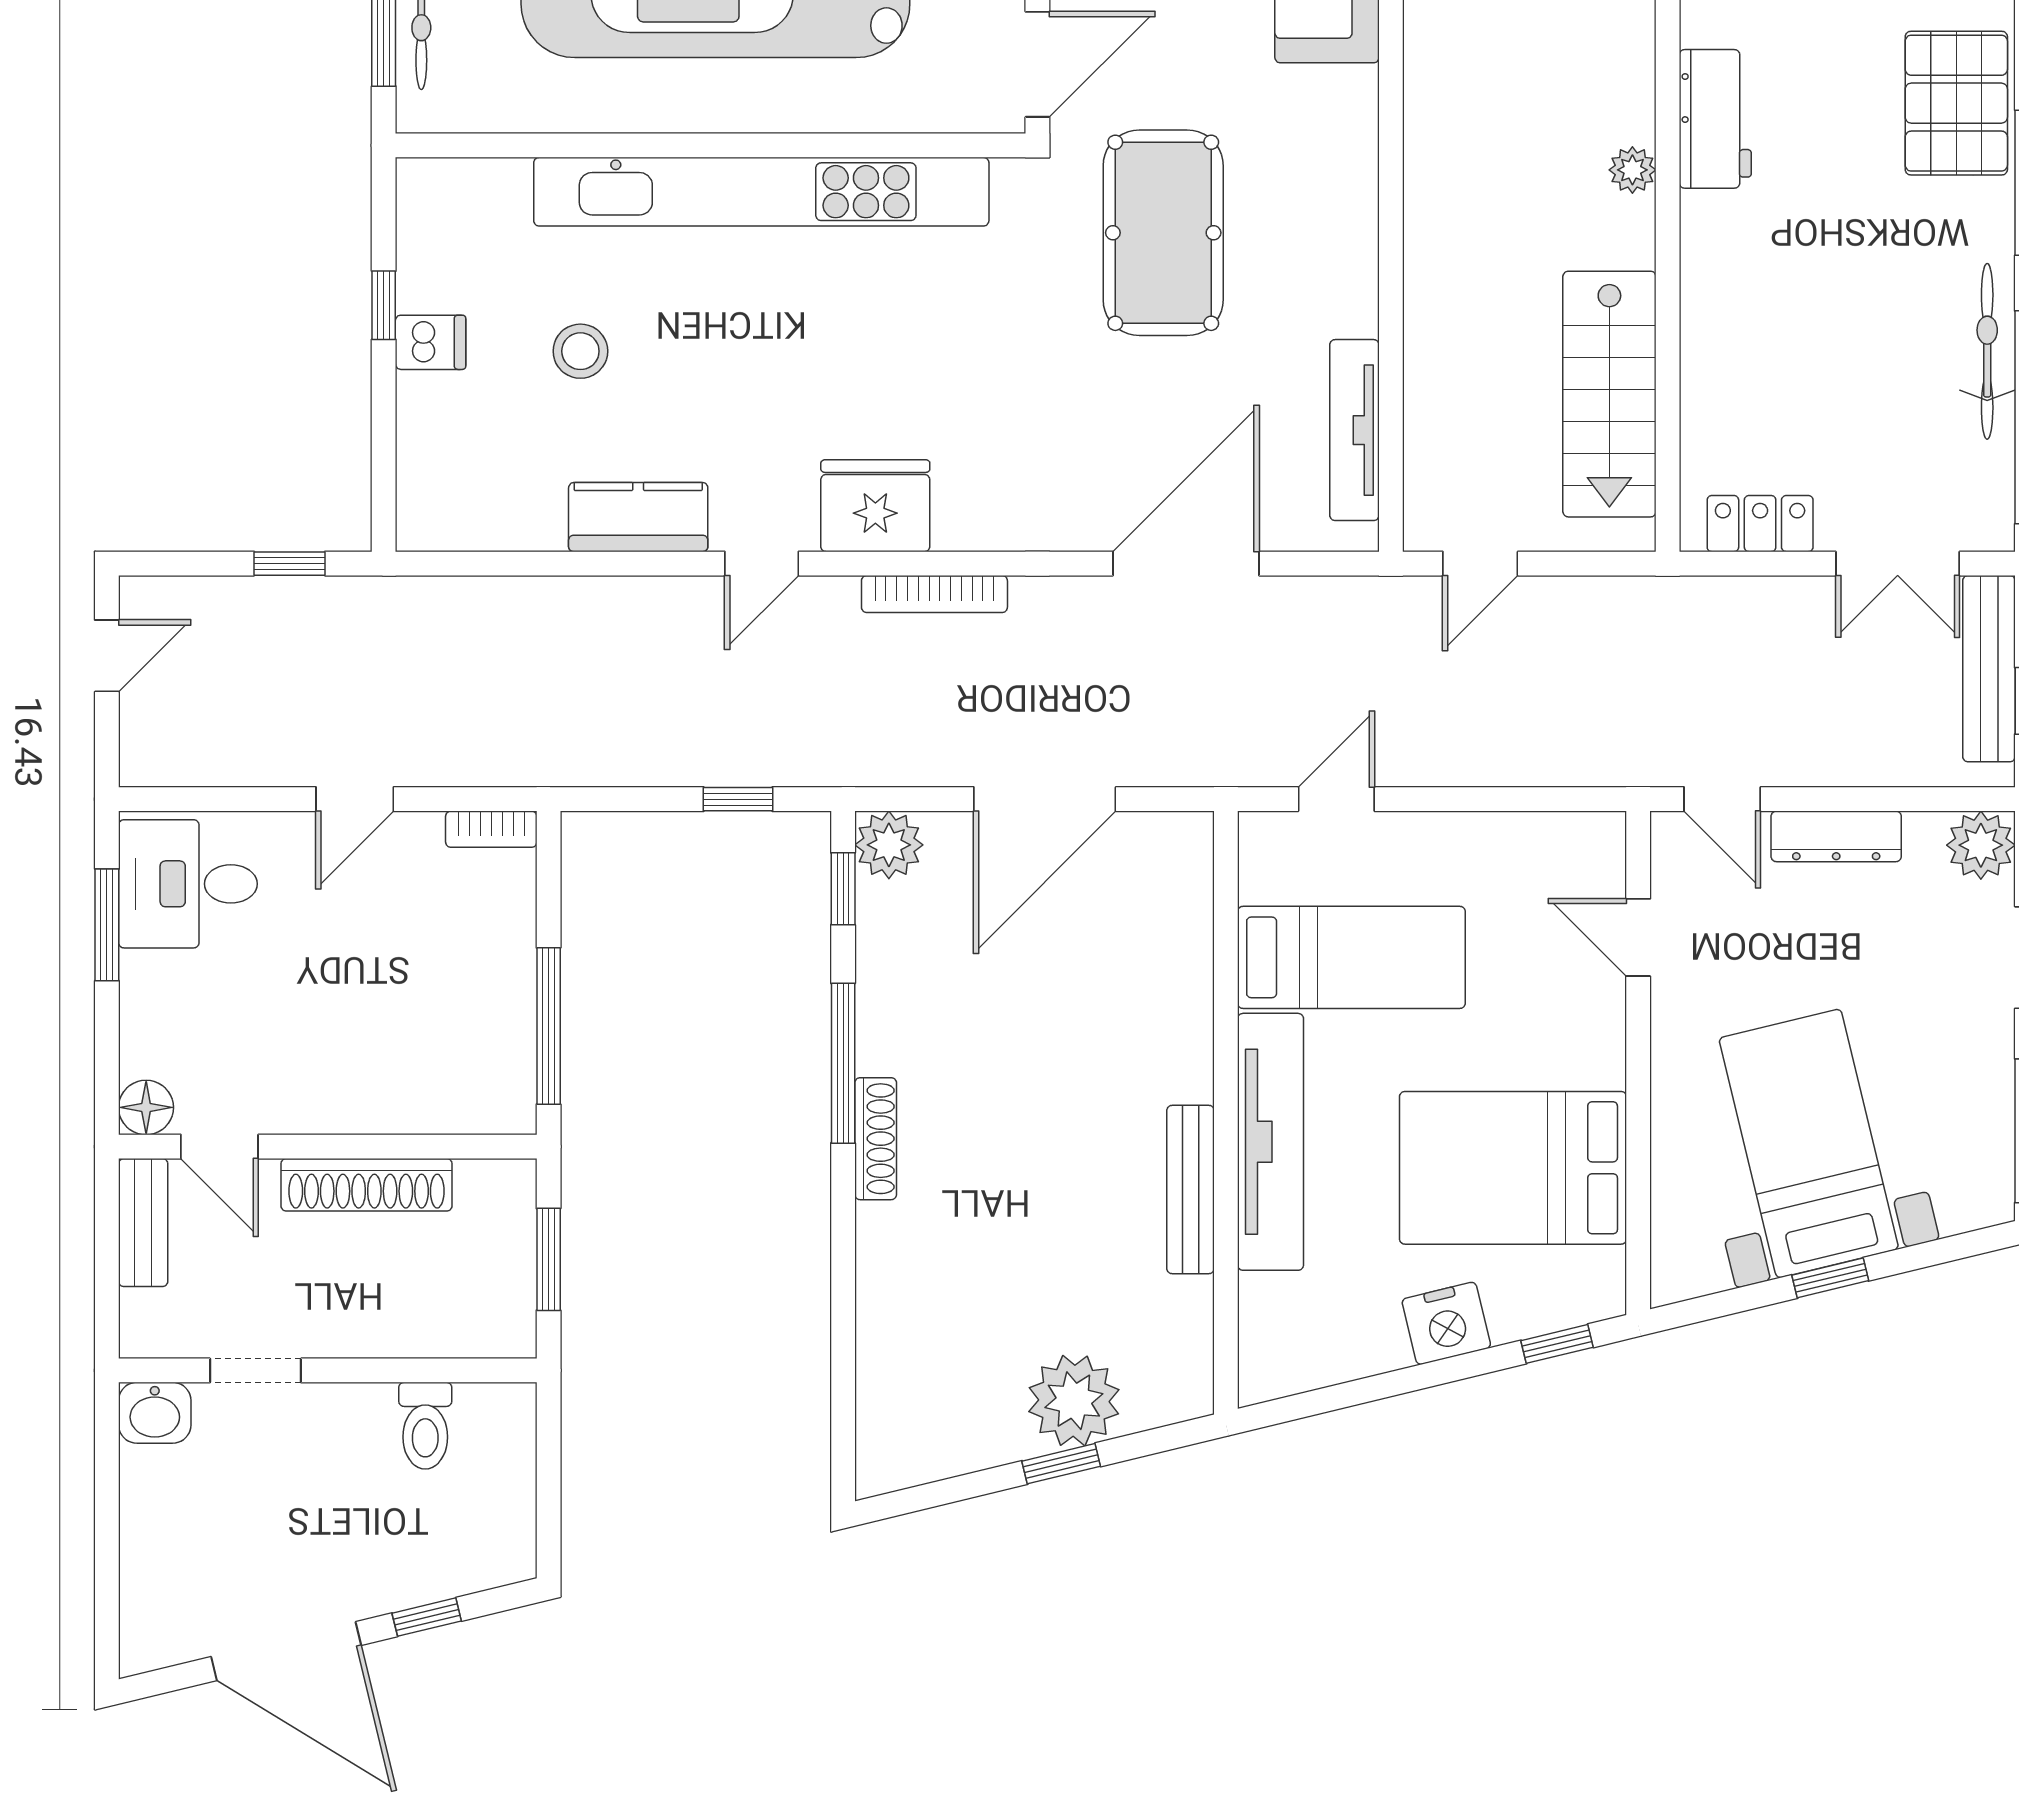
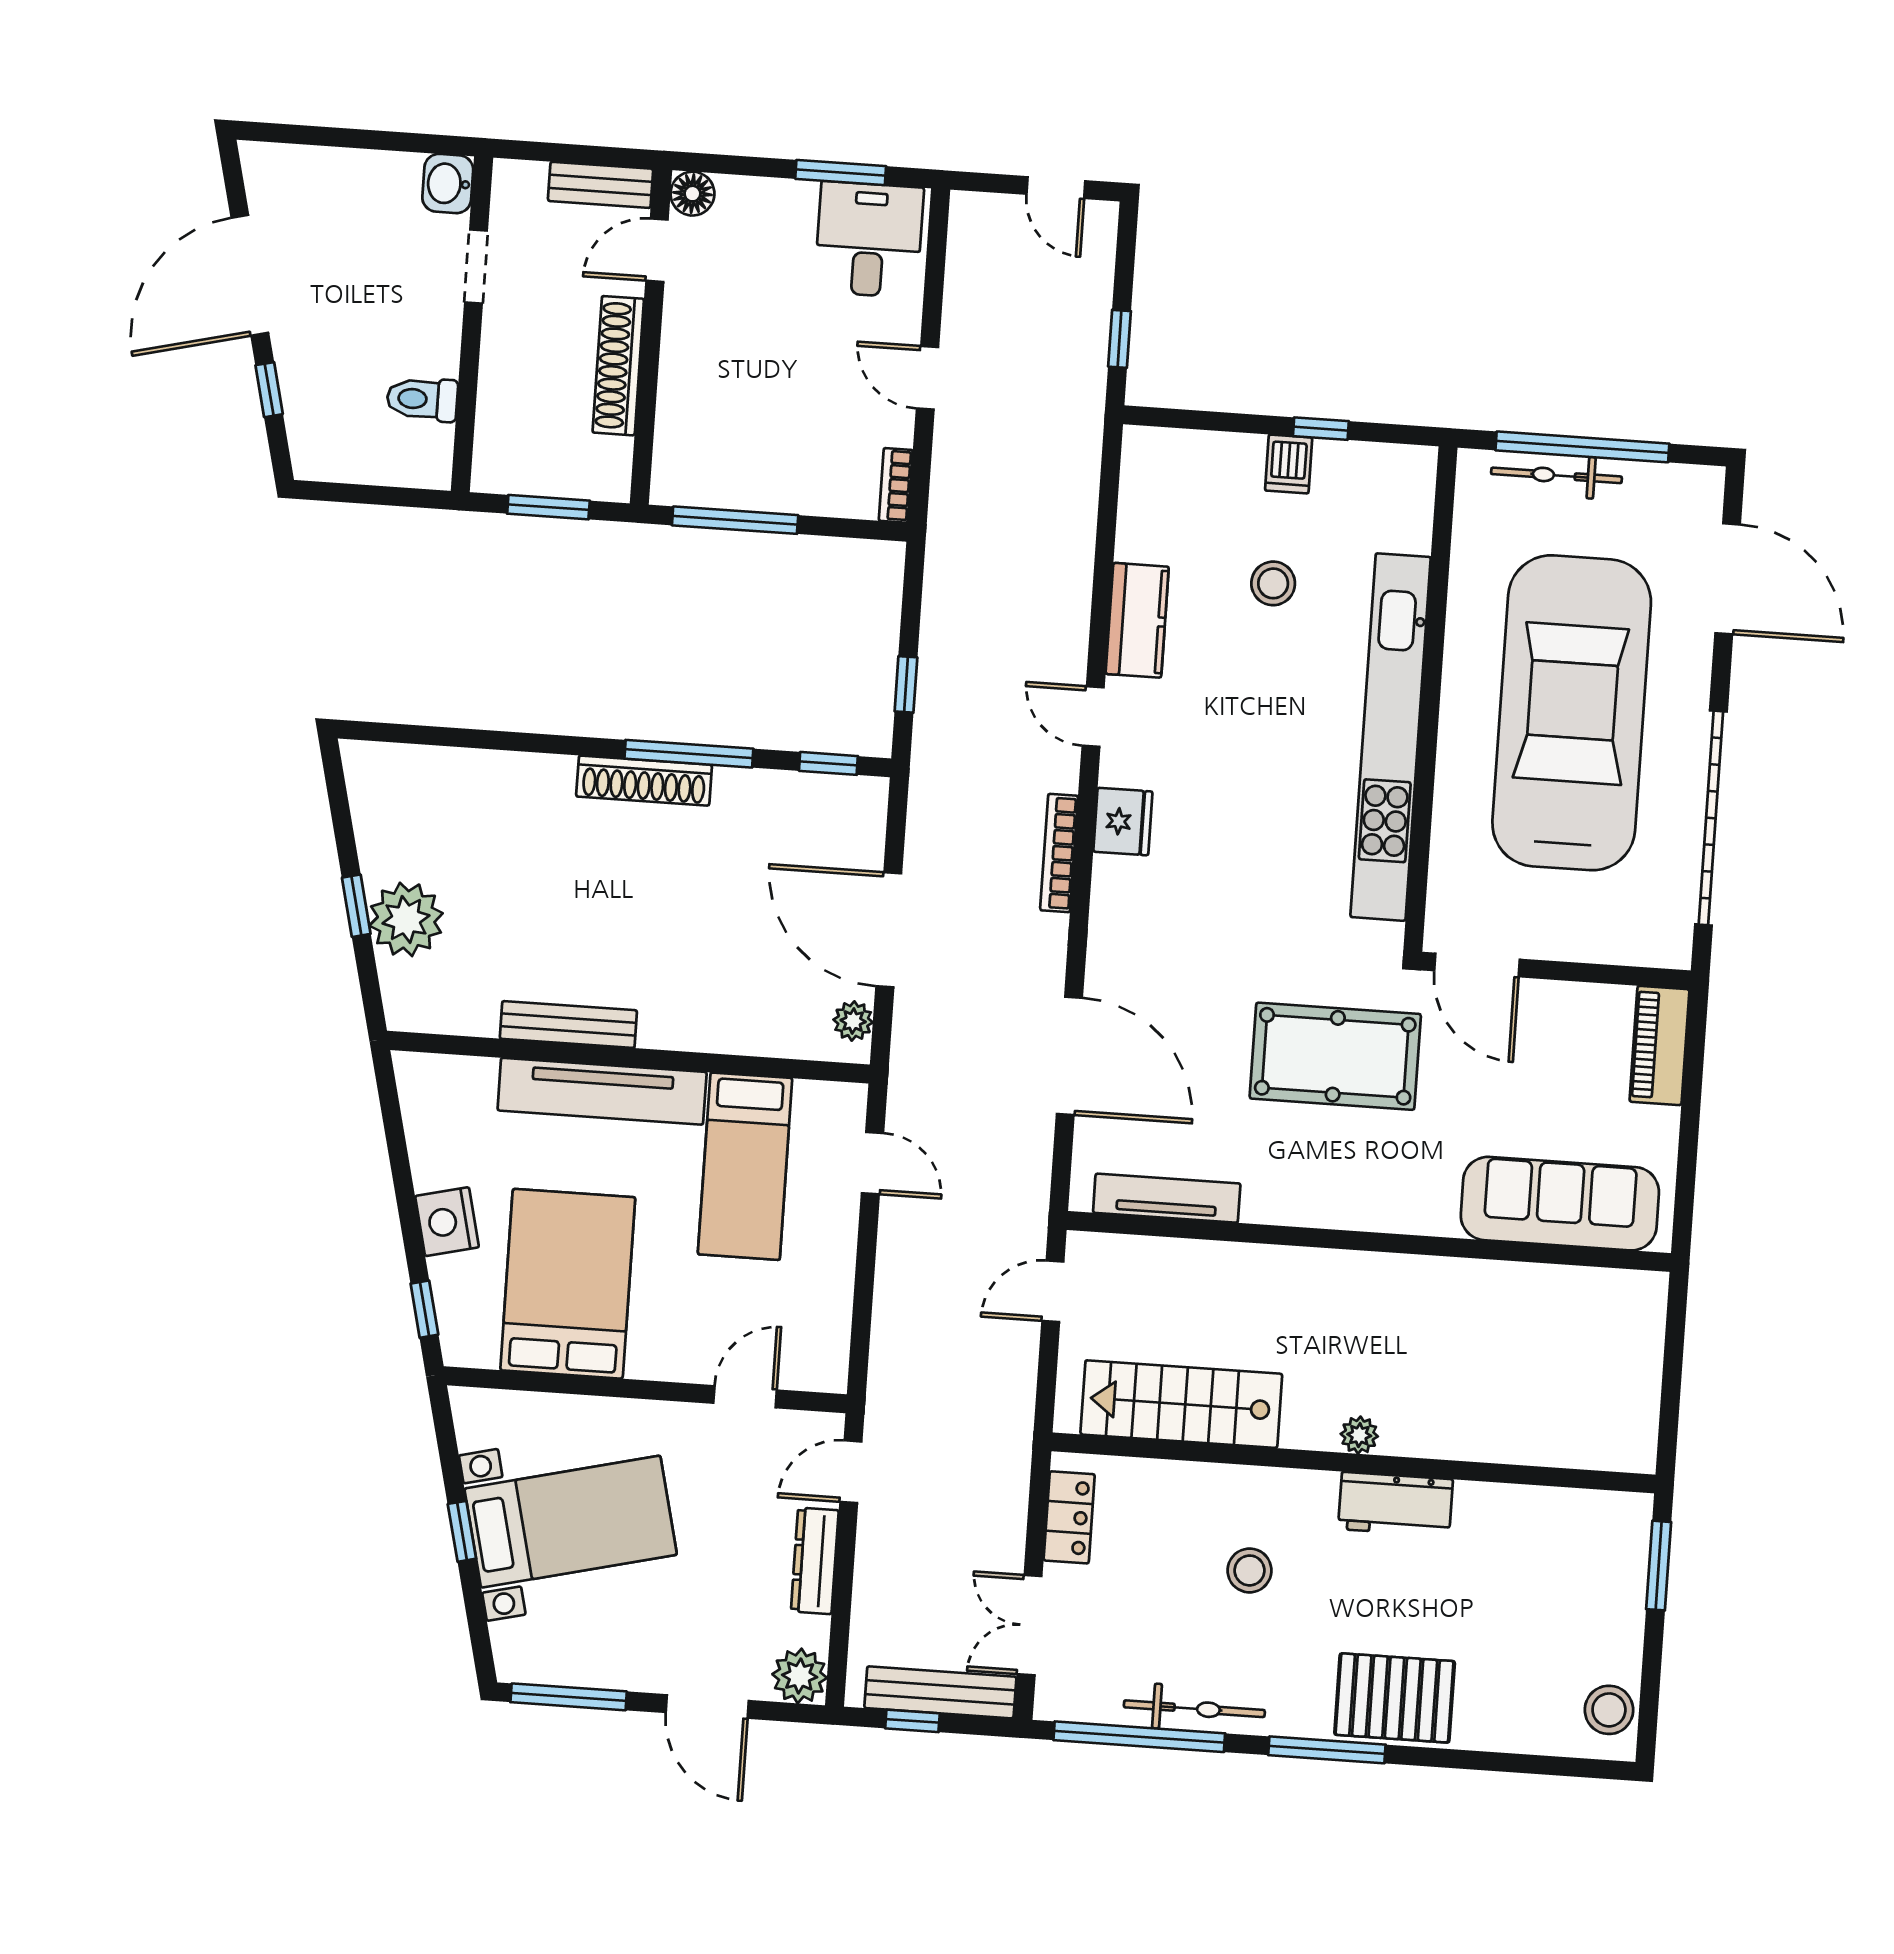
stool: (1810, 295) -> (1250, 1570), added
fridge: (875, 506) -> (1123, 822), width x0.73, depth x0.75
door: (1480, 564) -> (1053, 1291), hinge flipped
plant: (889, 845) -> (853, 1021), moved, width x0.73, depth x0.73
shoe rack: (876, 1139) -> (644, 781), width x1.36, depth x1.24

